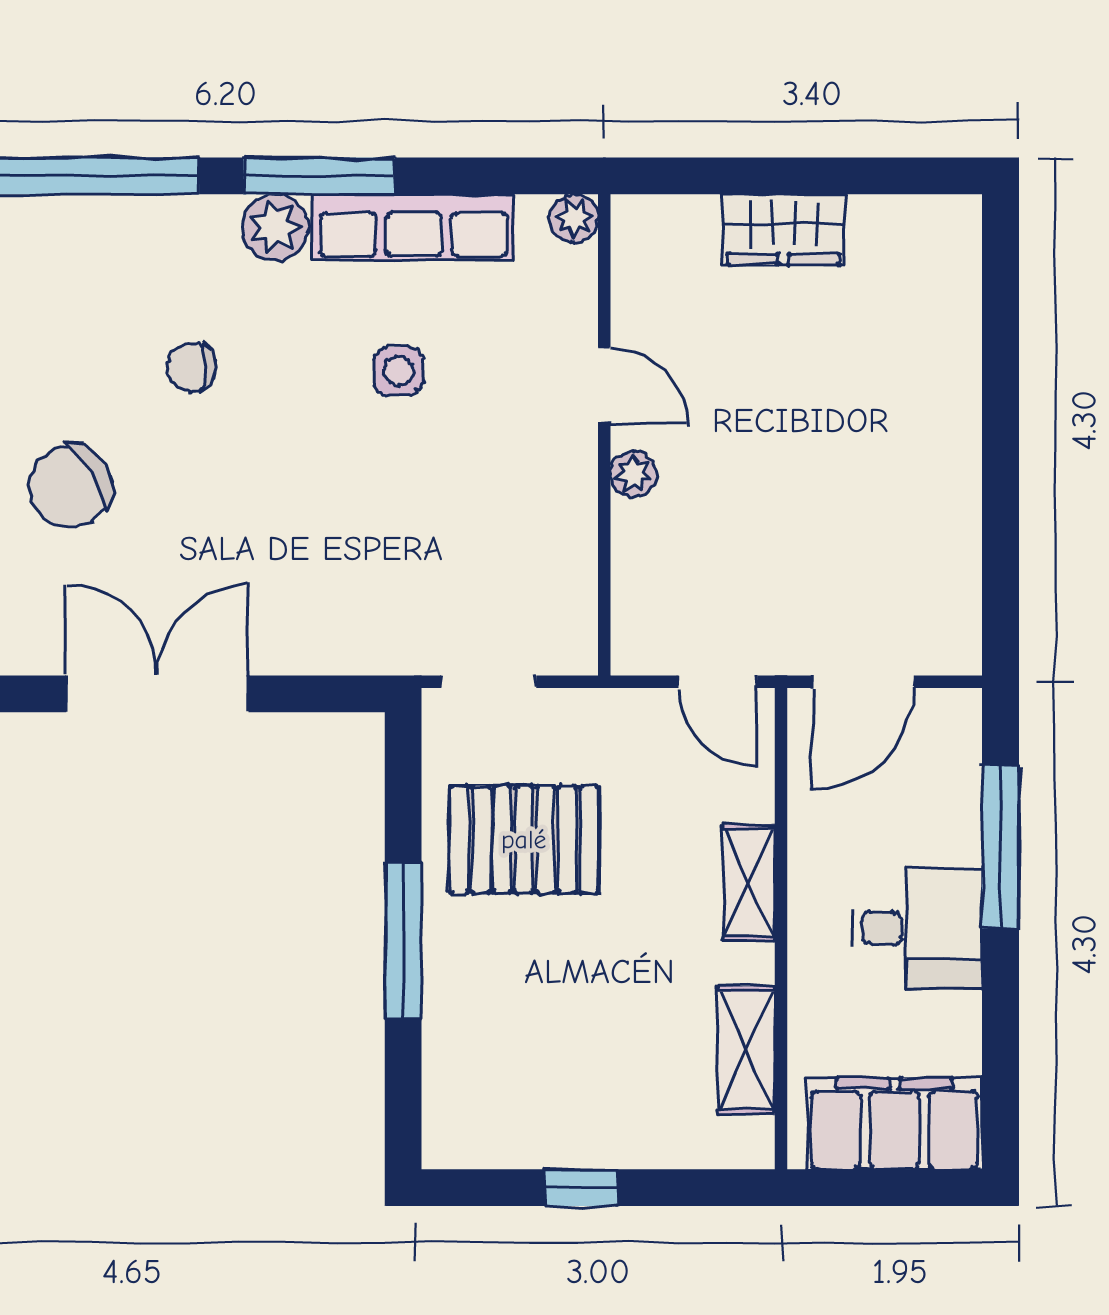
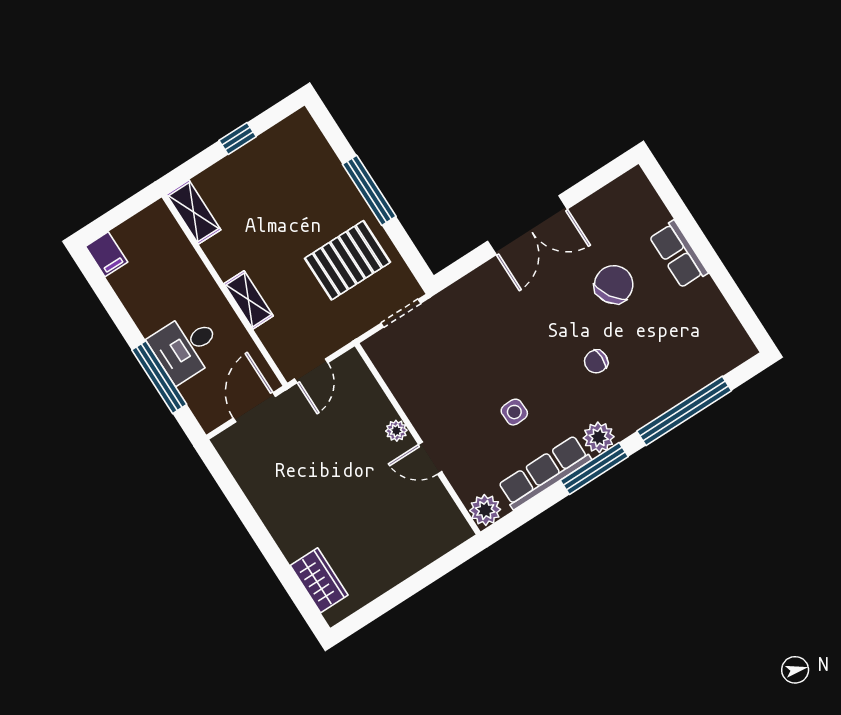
plant: (574, 218) -> (485, 510), width x1.38, depth x1.38
wardrobe: (783, 229) -> (319, 580), moved, turned 90
chair: (192, 367) -> (596, 362), turned 180
door: (718, 682) -> (311, 371), swing flipped
desk: (917, 928) -> (186, 347), moved
shelving: (746, 1050) -> (194, 212), moved
filing cabinet: (894, 1124) -> (107, 254), width x0.33, depth x0.86

